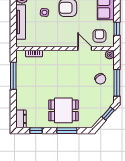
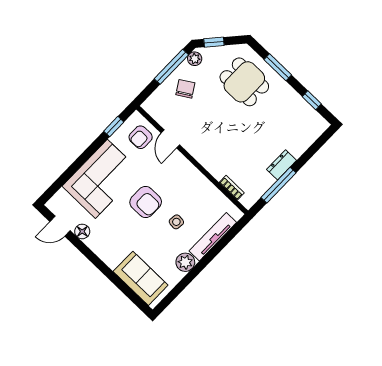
plant: (110, 55) -> (195, 59), moved
dining table: (63, 110) -> (244, 82), moved
dresser: (21, 119) -> (282, 165), moved

